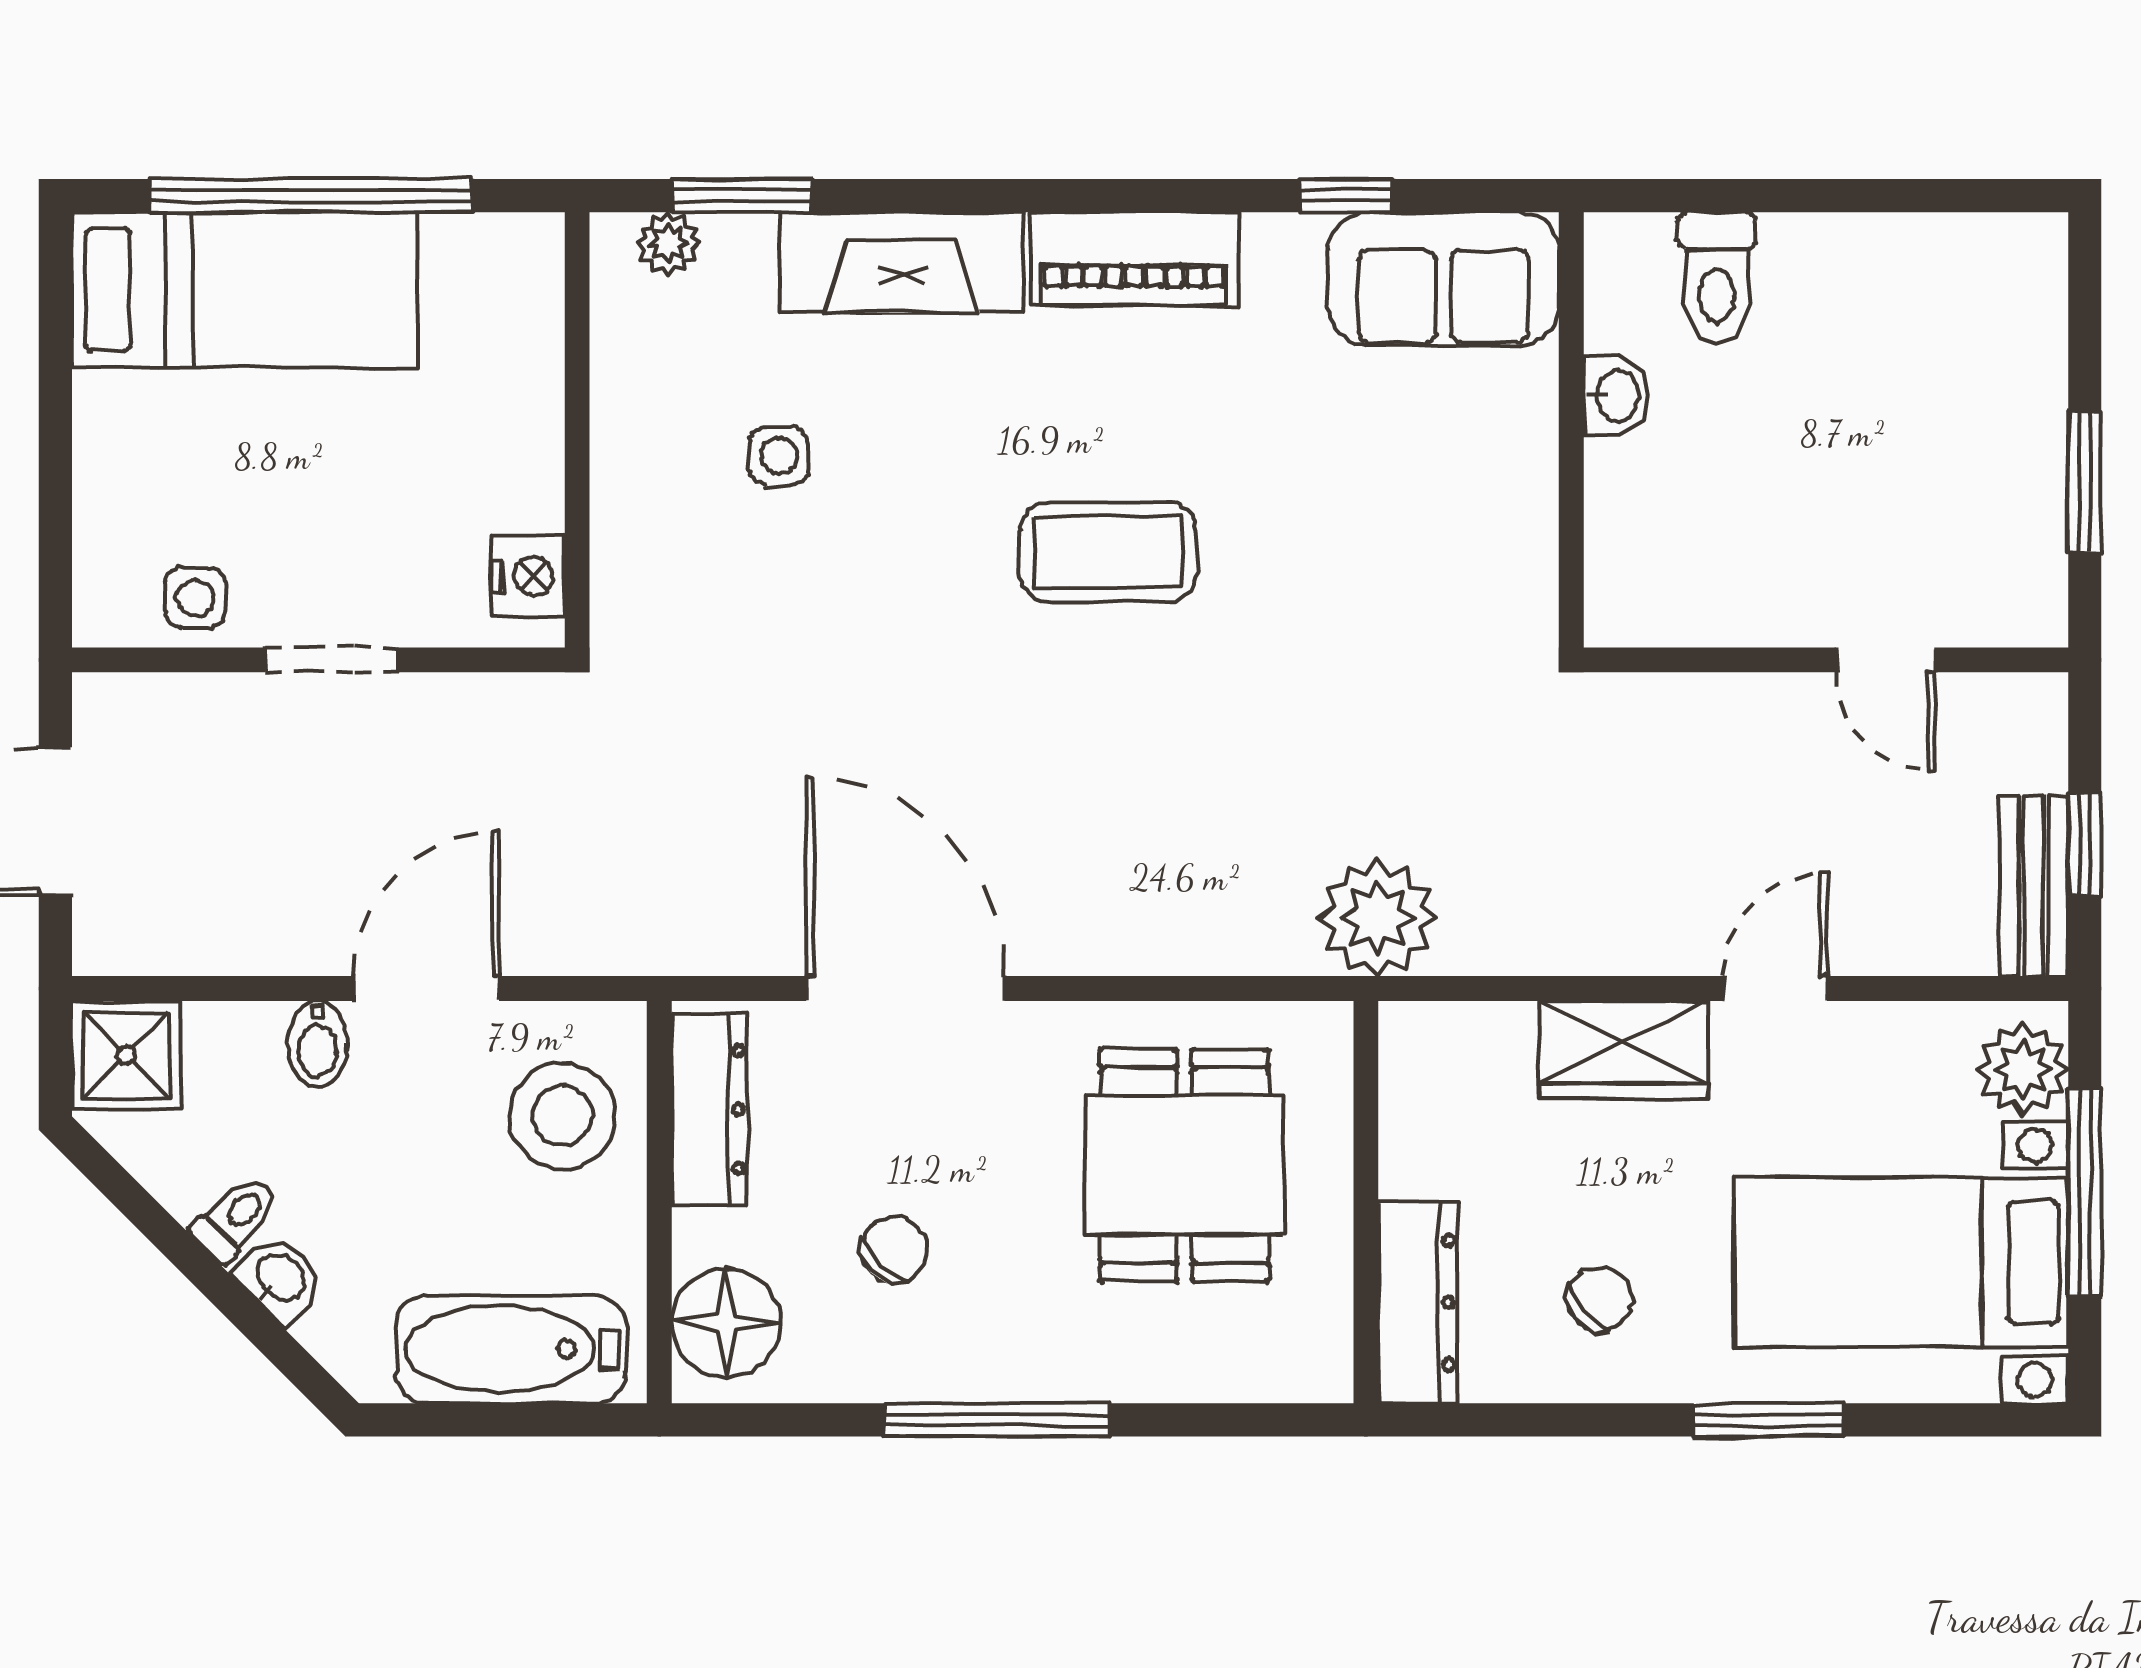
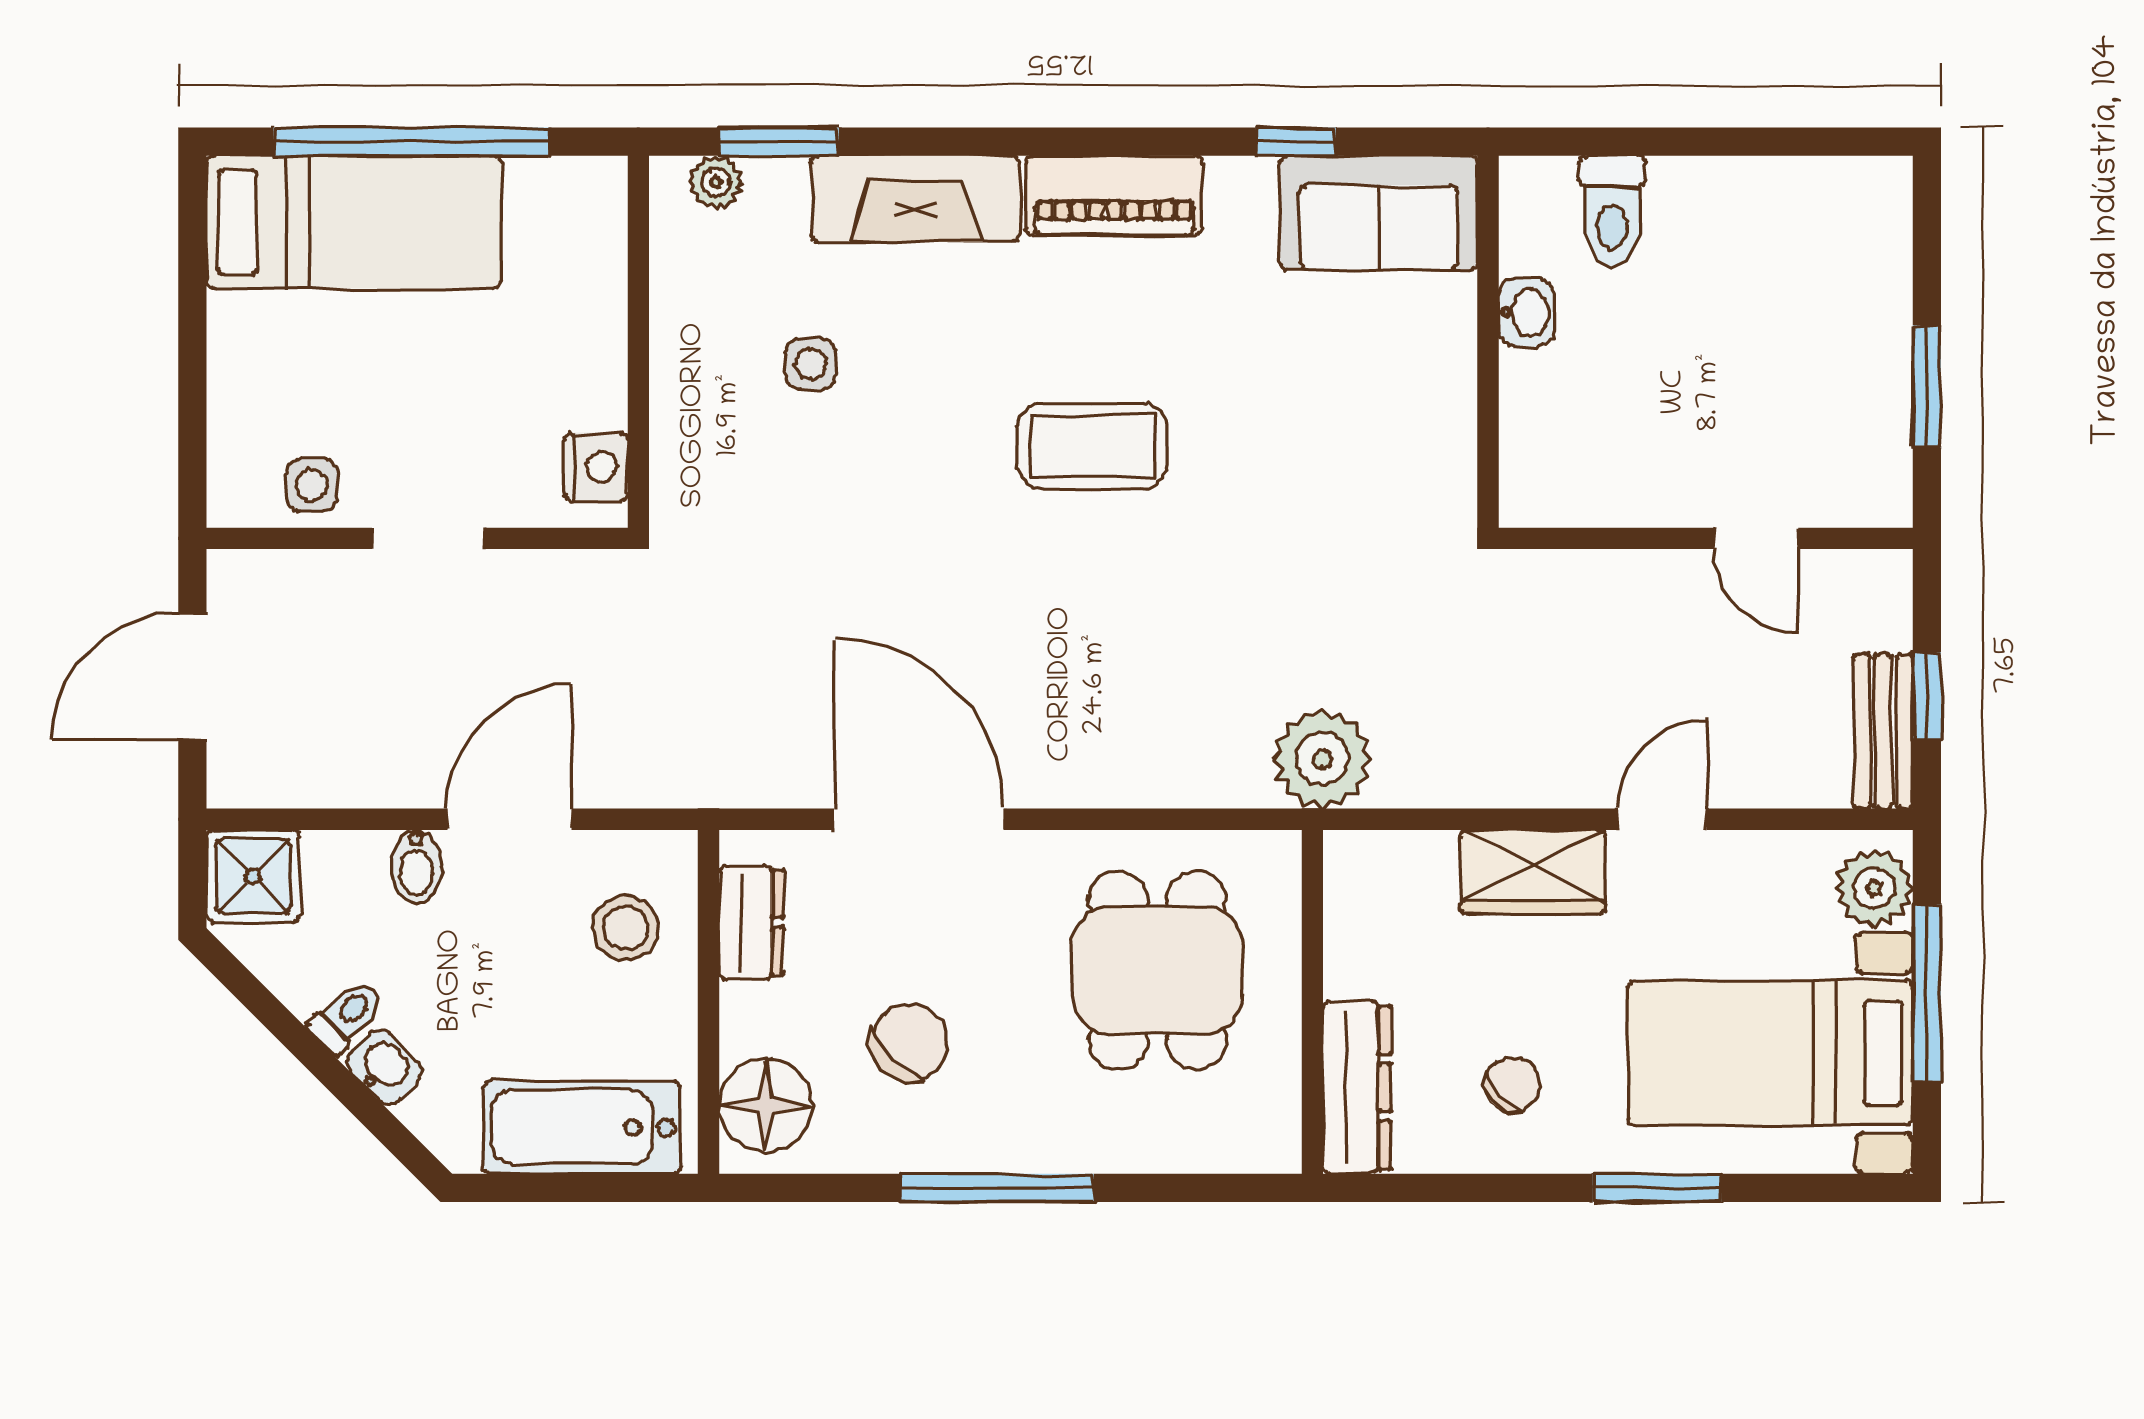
dresser: (709, 1109) -> (751, 922), width x0.70
stool: (562, 1116) -> (626, 928), width x0.73, depth x0.73
chair: (894, 1250) -> (909, 1042), width x1.37, depth x1.37

